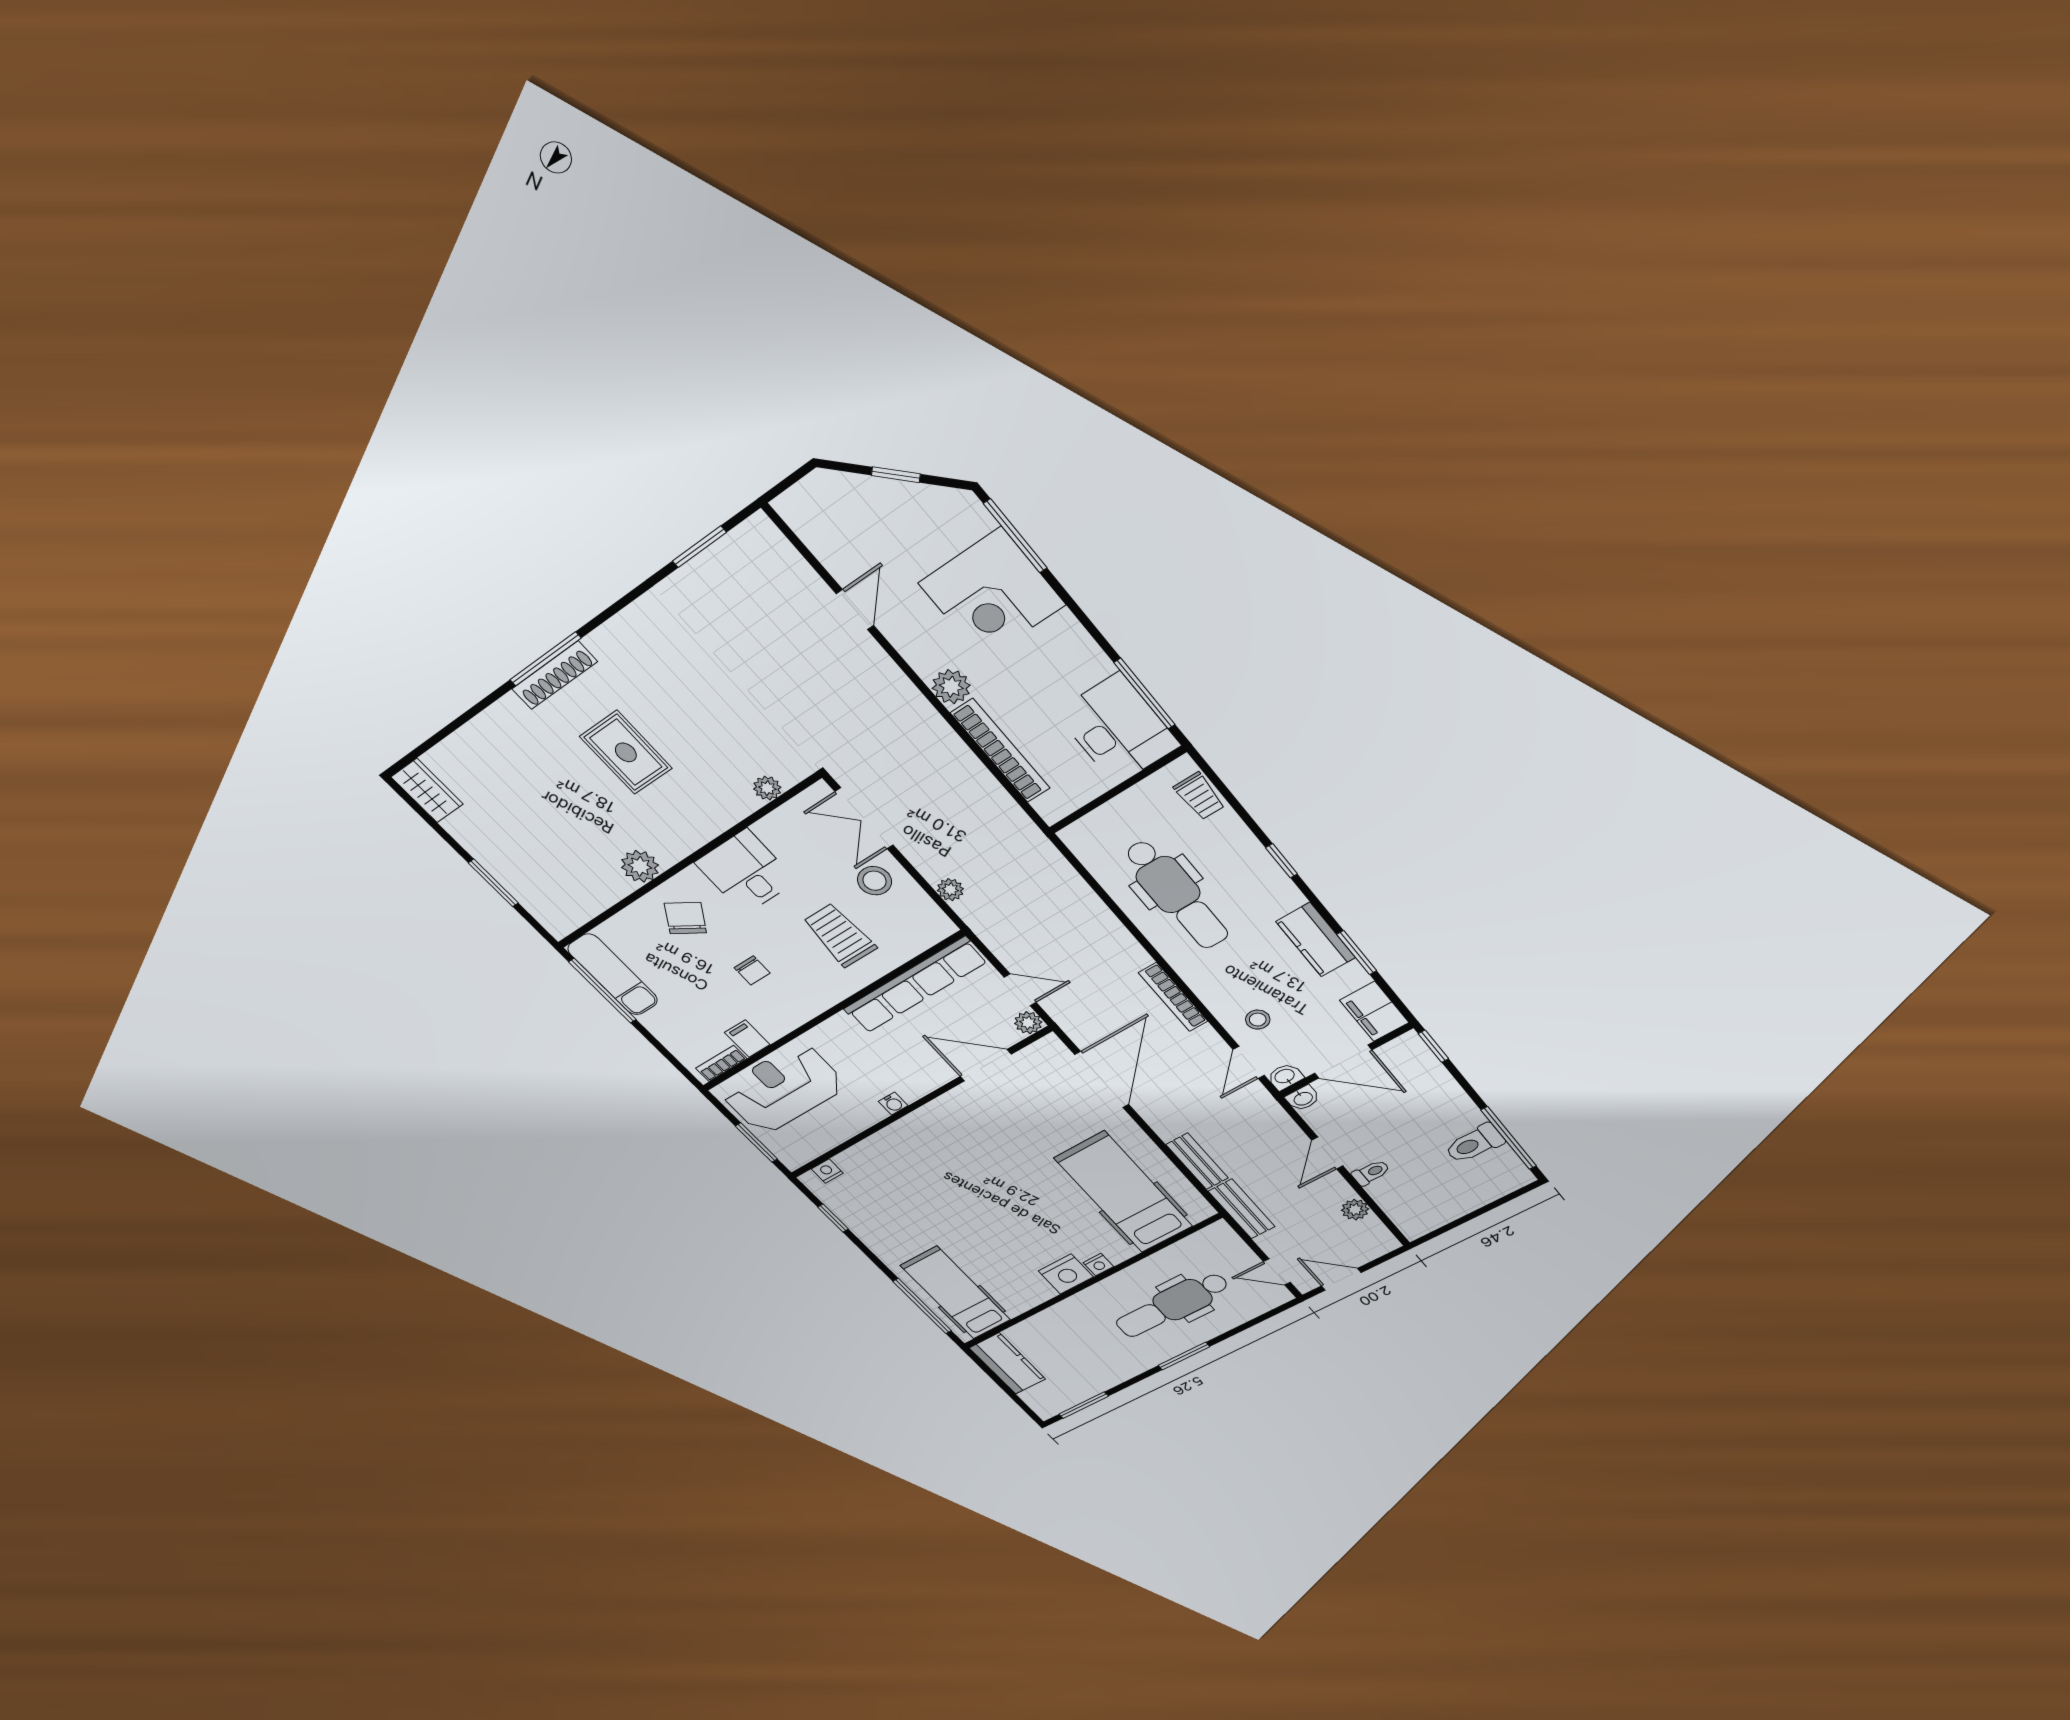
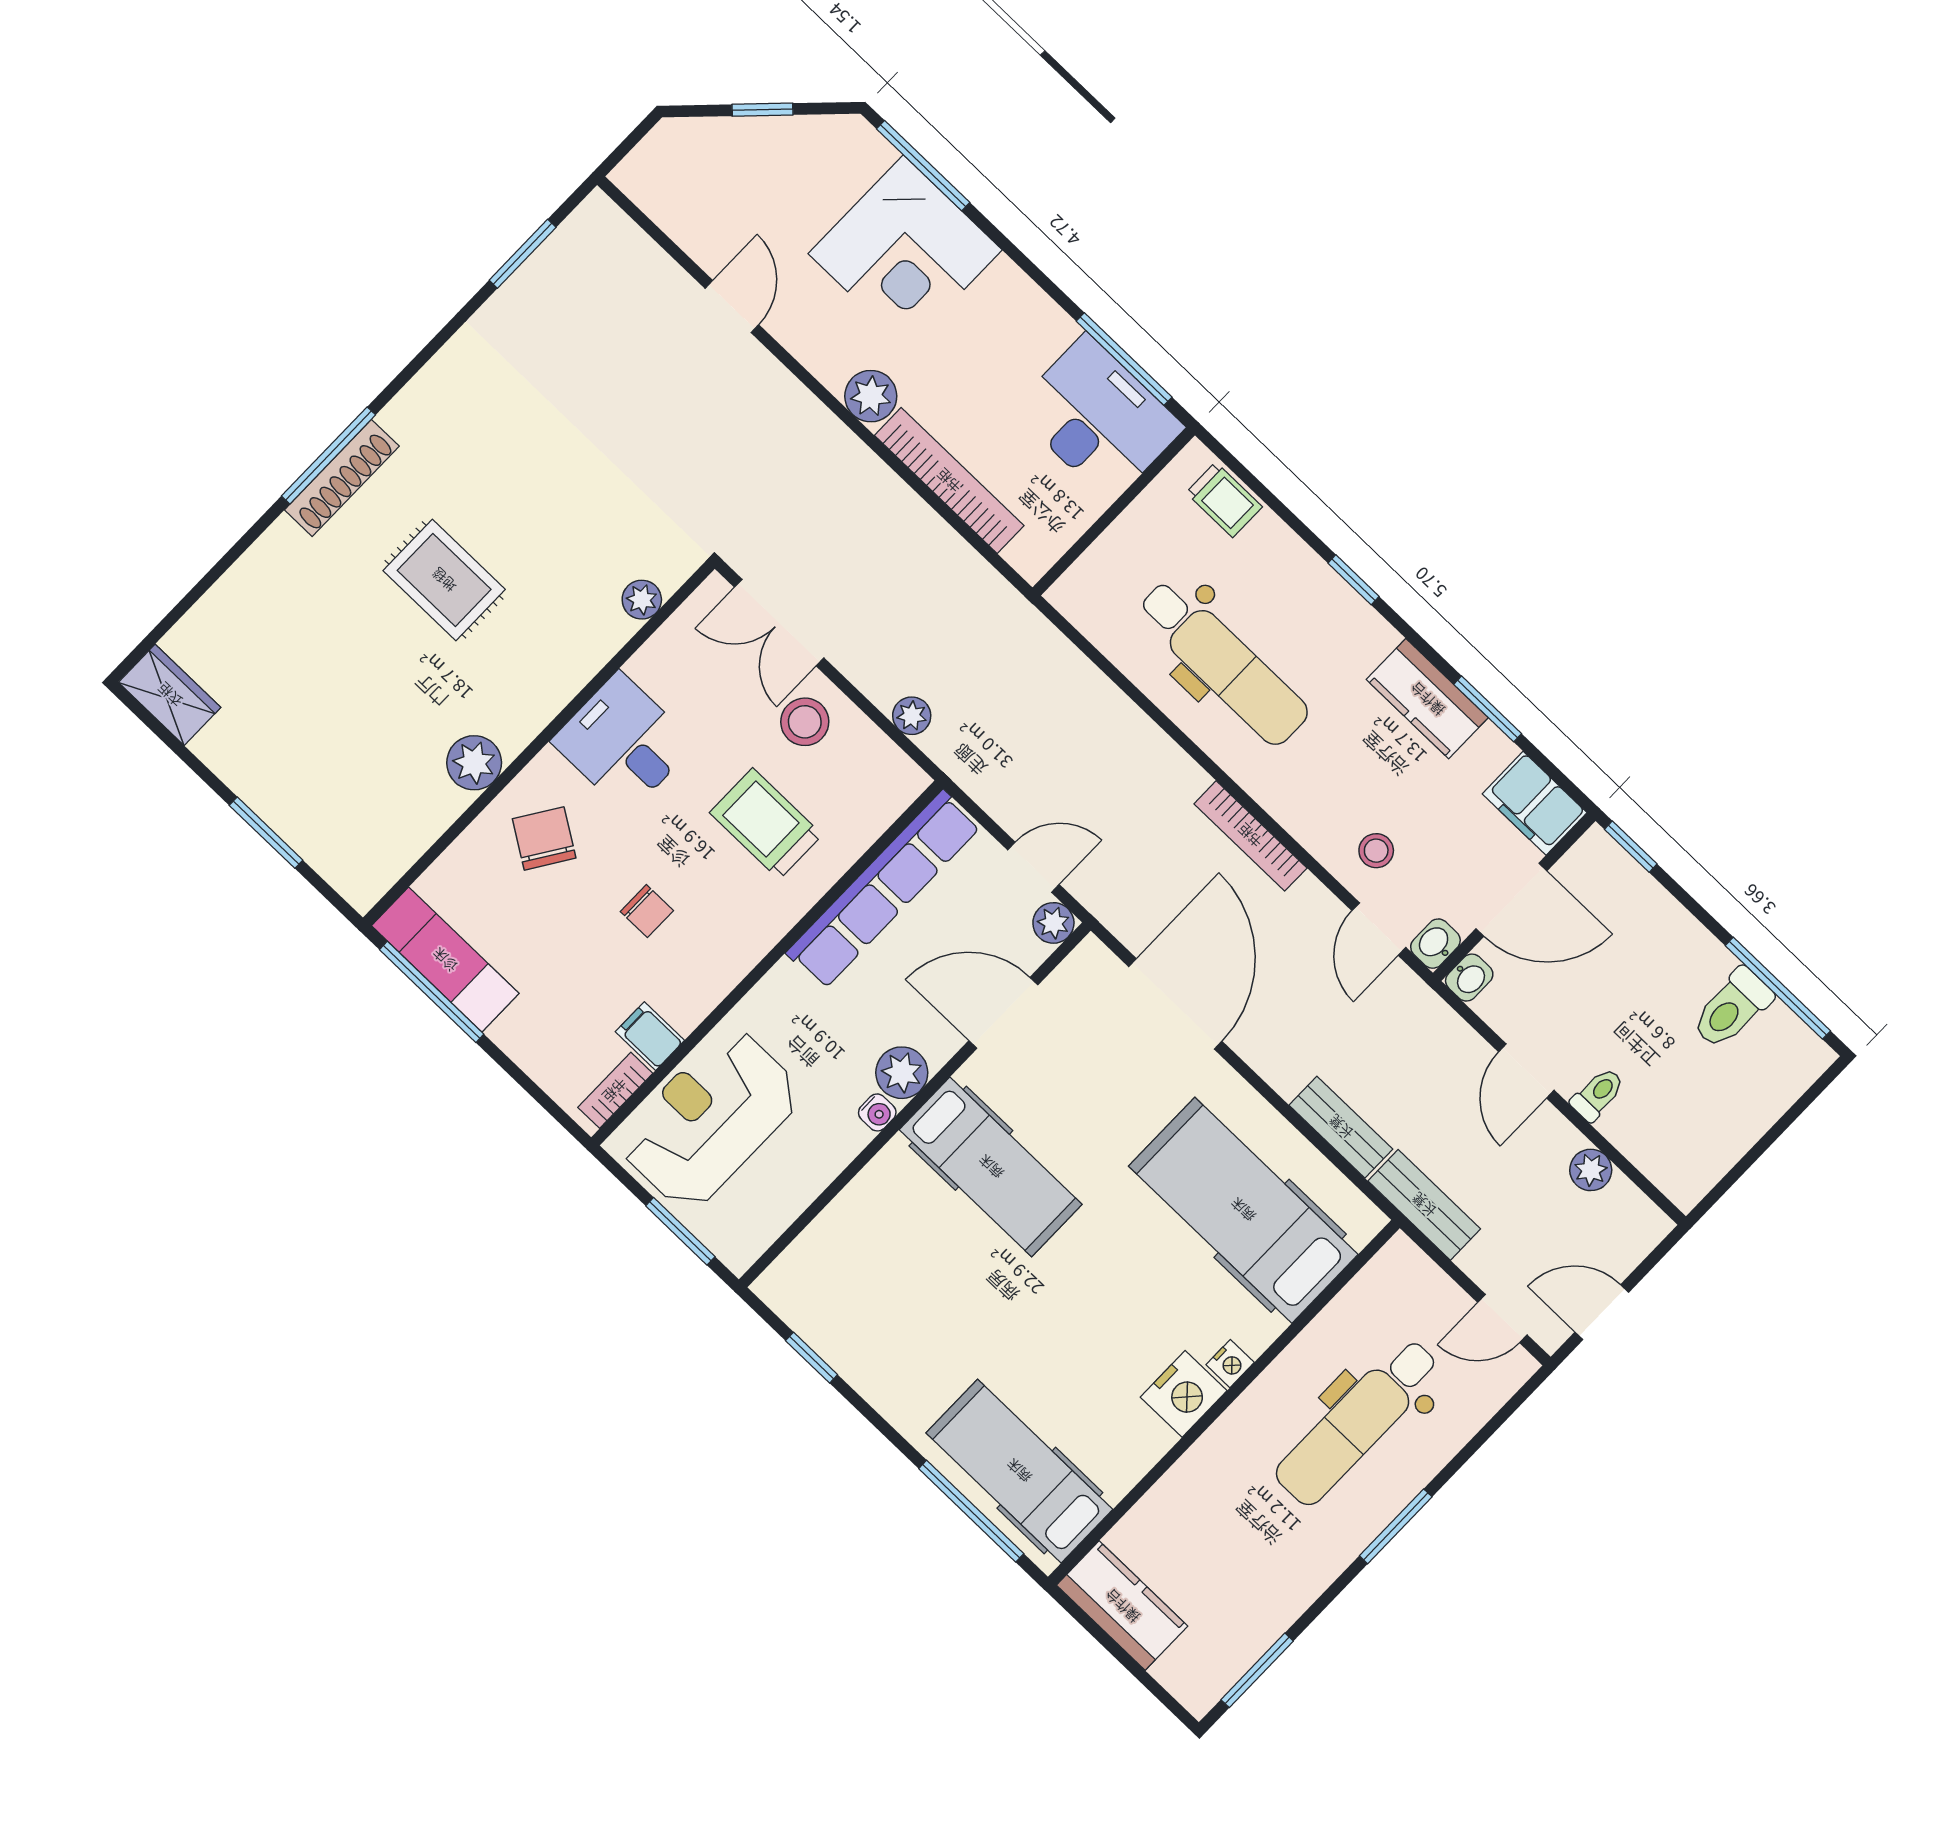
plant: (913, 1086) -> (902, 1073), added
hospital bed: (963, 1143) -> (991, 1167), added
nightstand: (827, 1171) -> (793, 1265), removed

